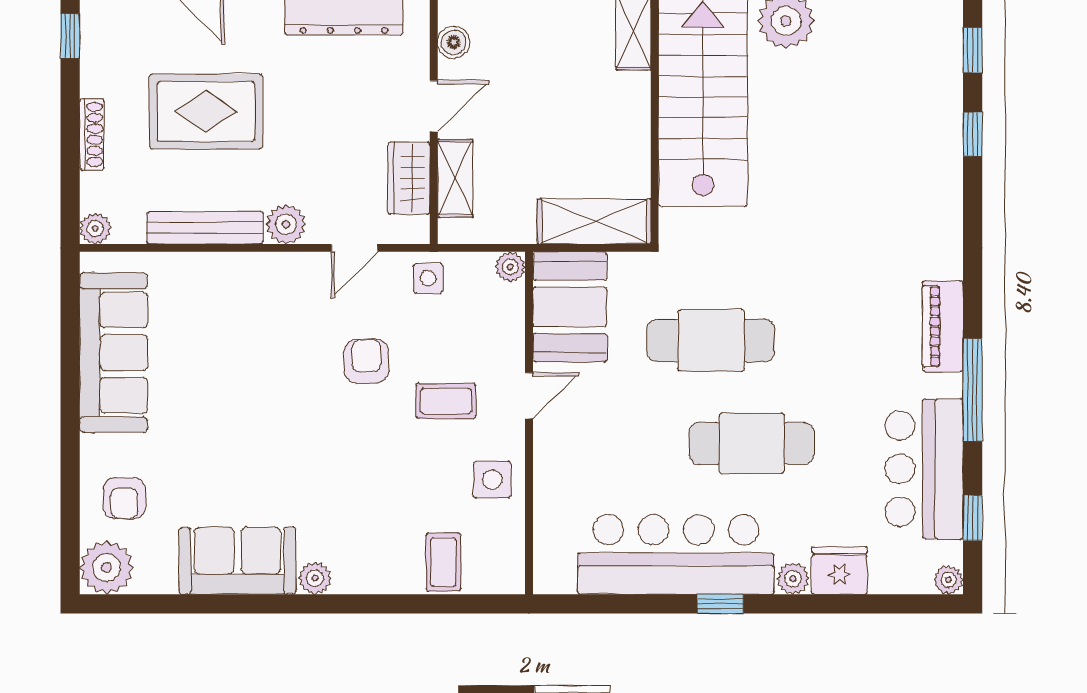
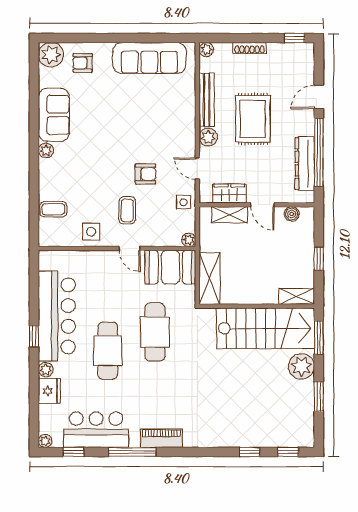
rug: (206, 111) -> (253, 119), moved

